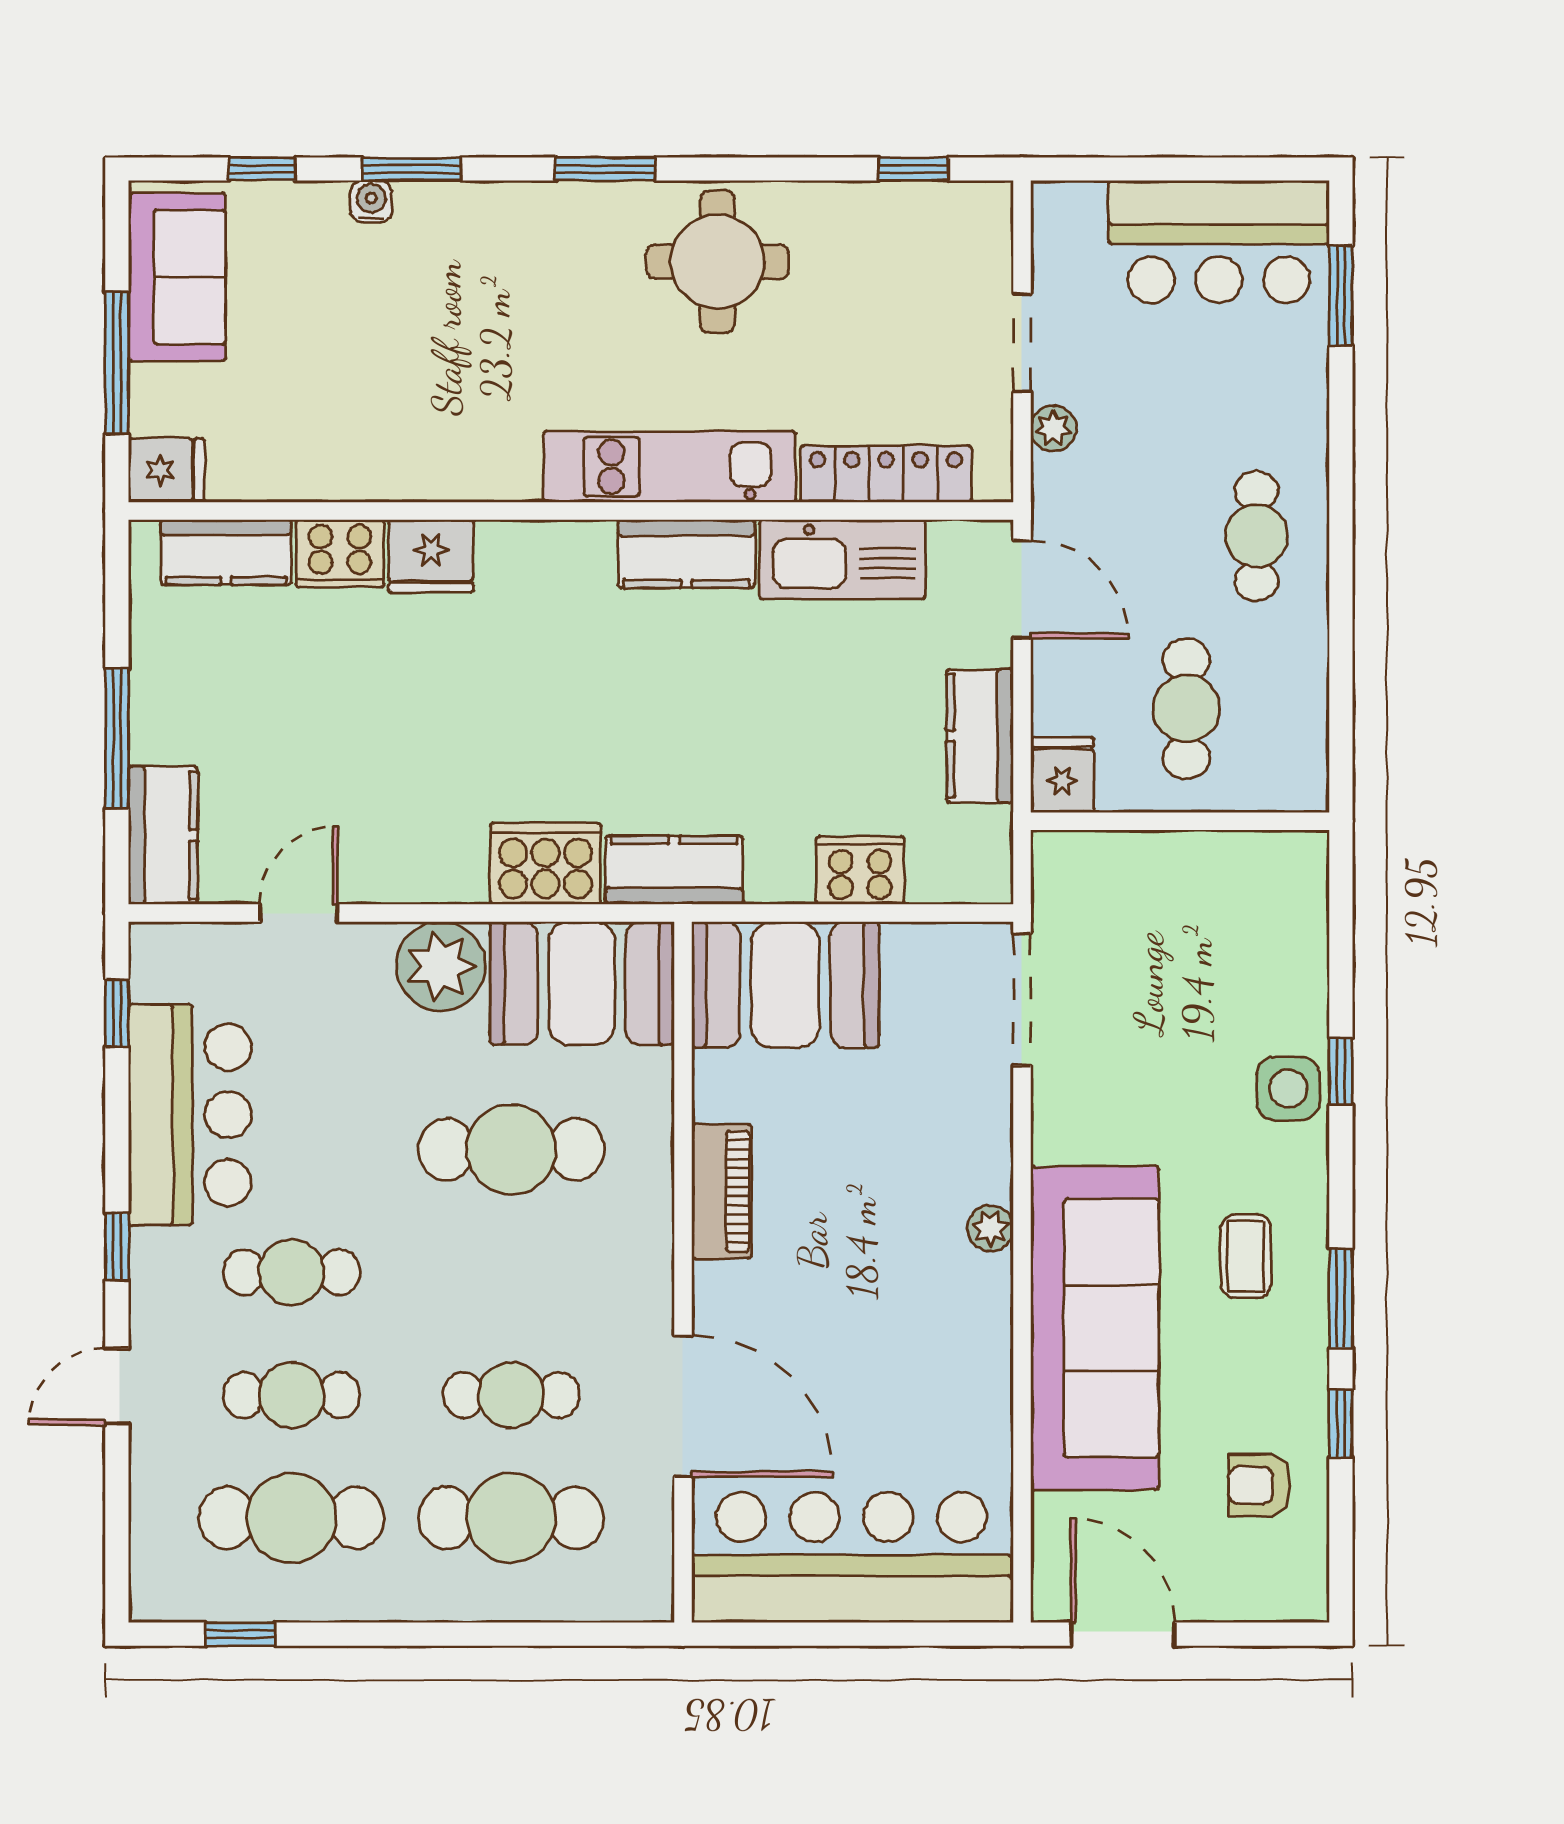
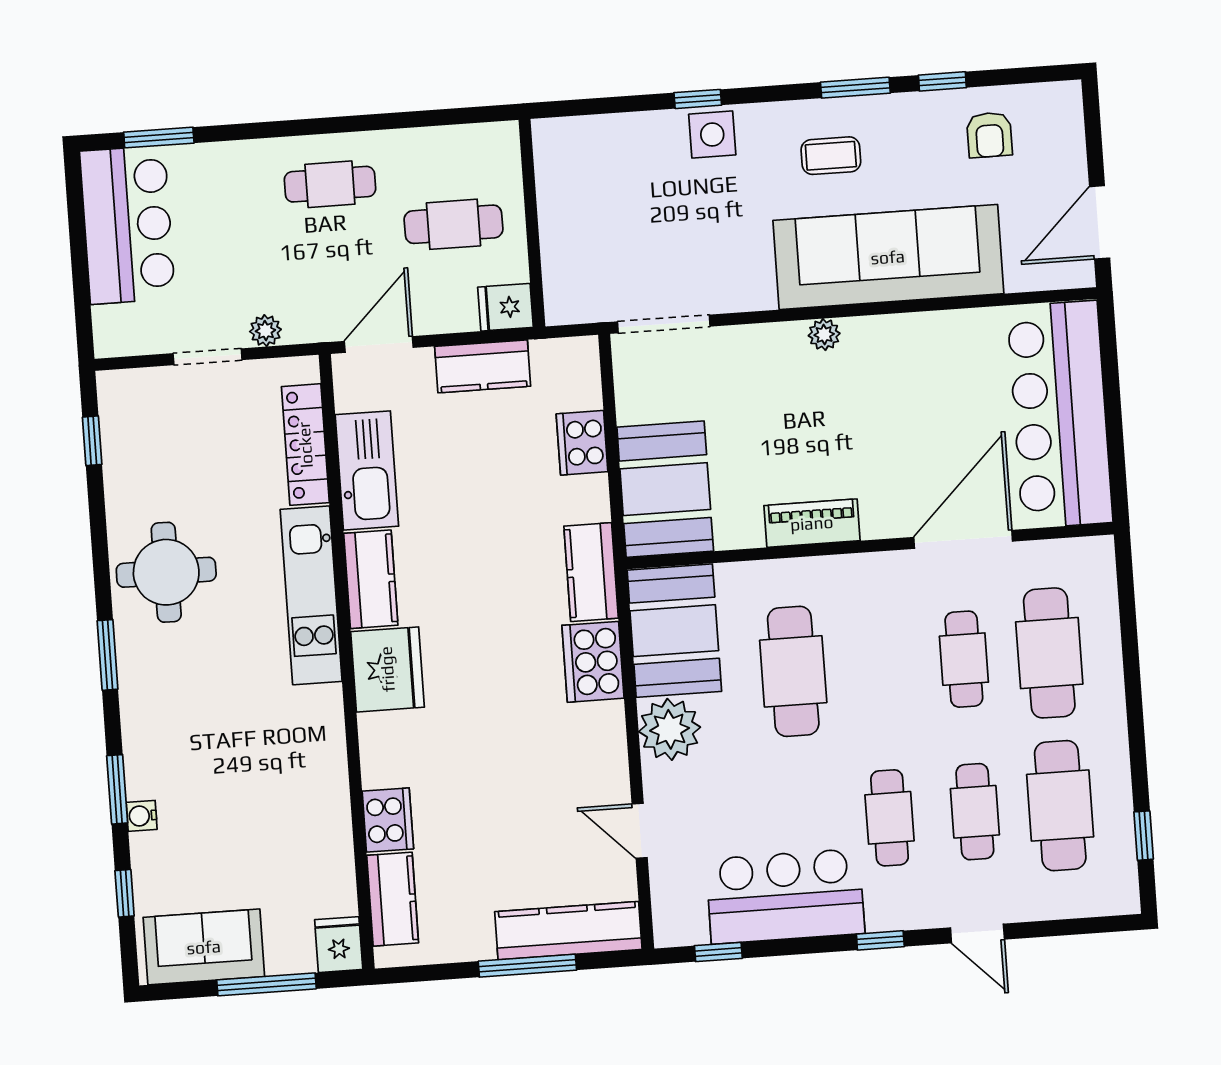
fridge: (431, 556) -> (387, 669), moved, width x1.36, depth x1.34
kitchen counter: (163, 835) -> (568, 931), width x1.50

